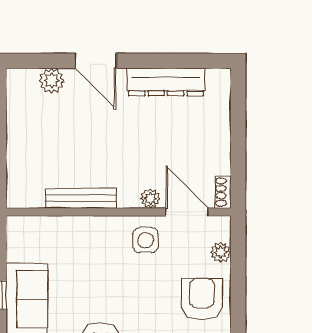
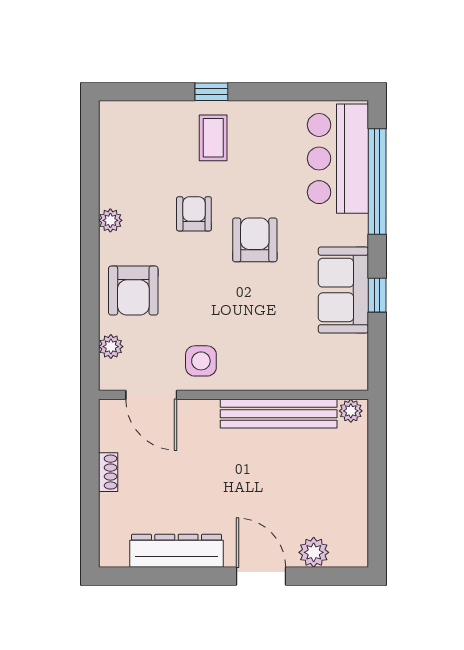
shoe rack: (223, 192) -> (108, 472), moved
bench: (81, 198) -> (279, 414), width x1.37, depth x1.21
plant: (150, 199) -> (351, 411), moved

